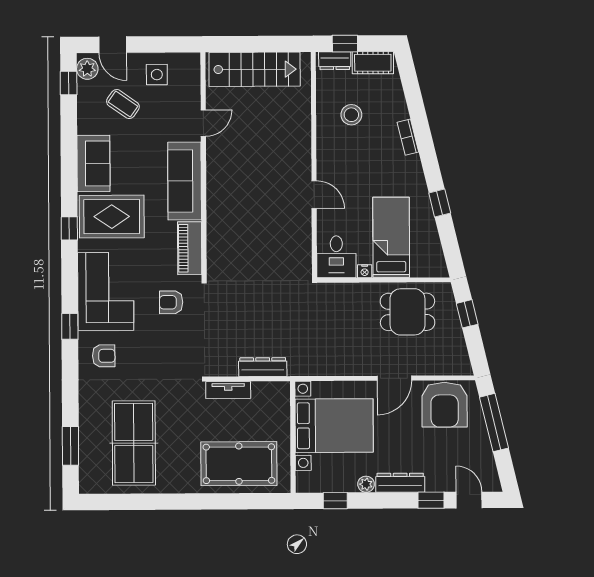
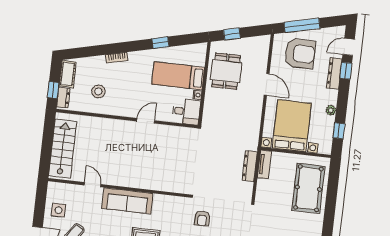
piano: (190, 248) -> (170, 203), removed
tv unit: (228, 390) -> (264, 165), moved
armchair: (445, 405) -> (300, 54), moved
dresser: (400, 483) -> (334, 73), moved

